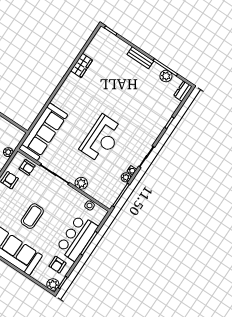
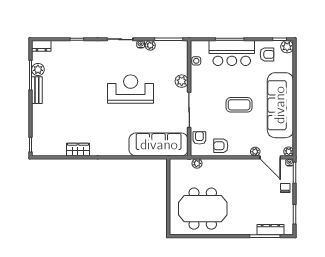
bench: (140, 58) -> (37, 90), moved

